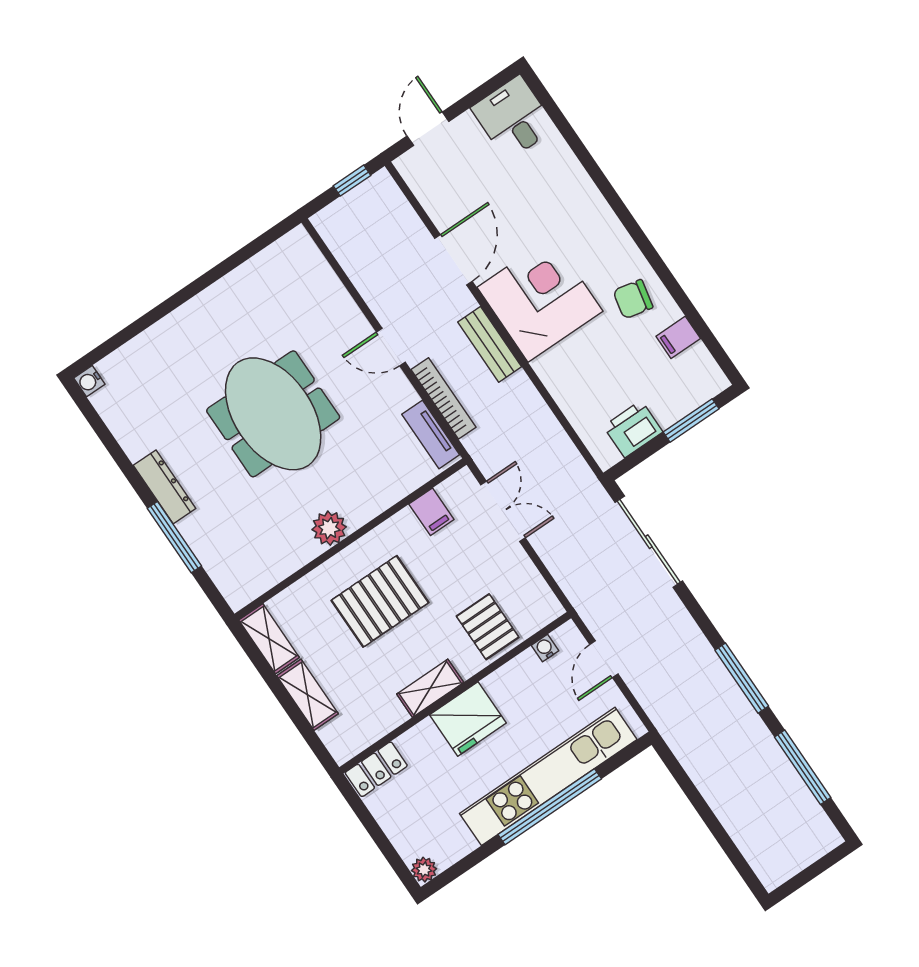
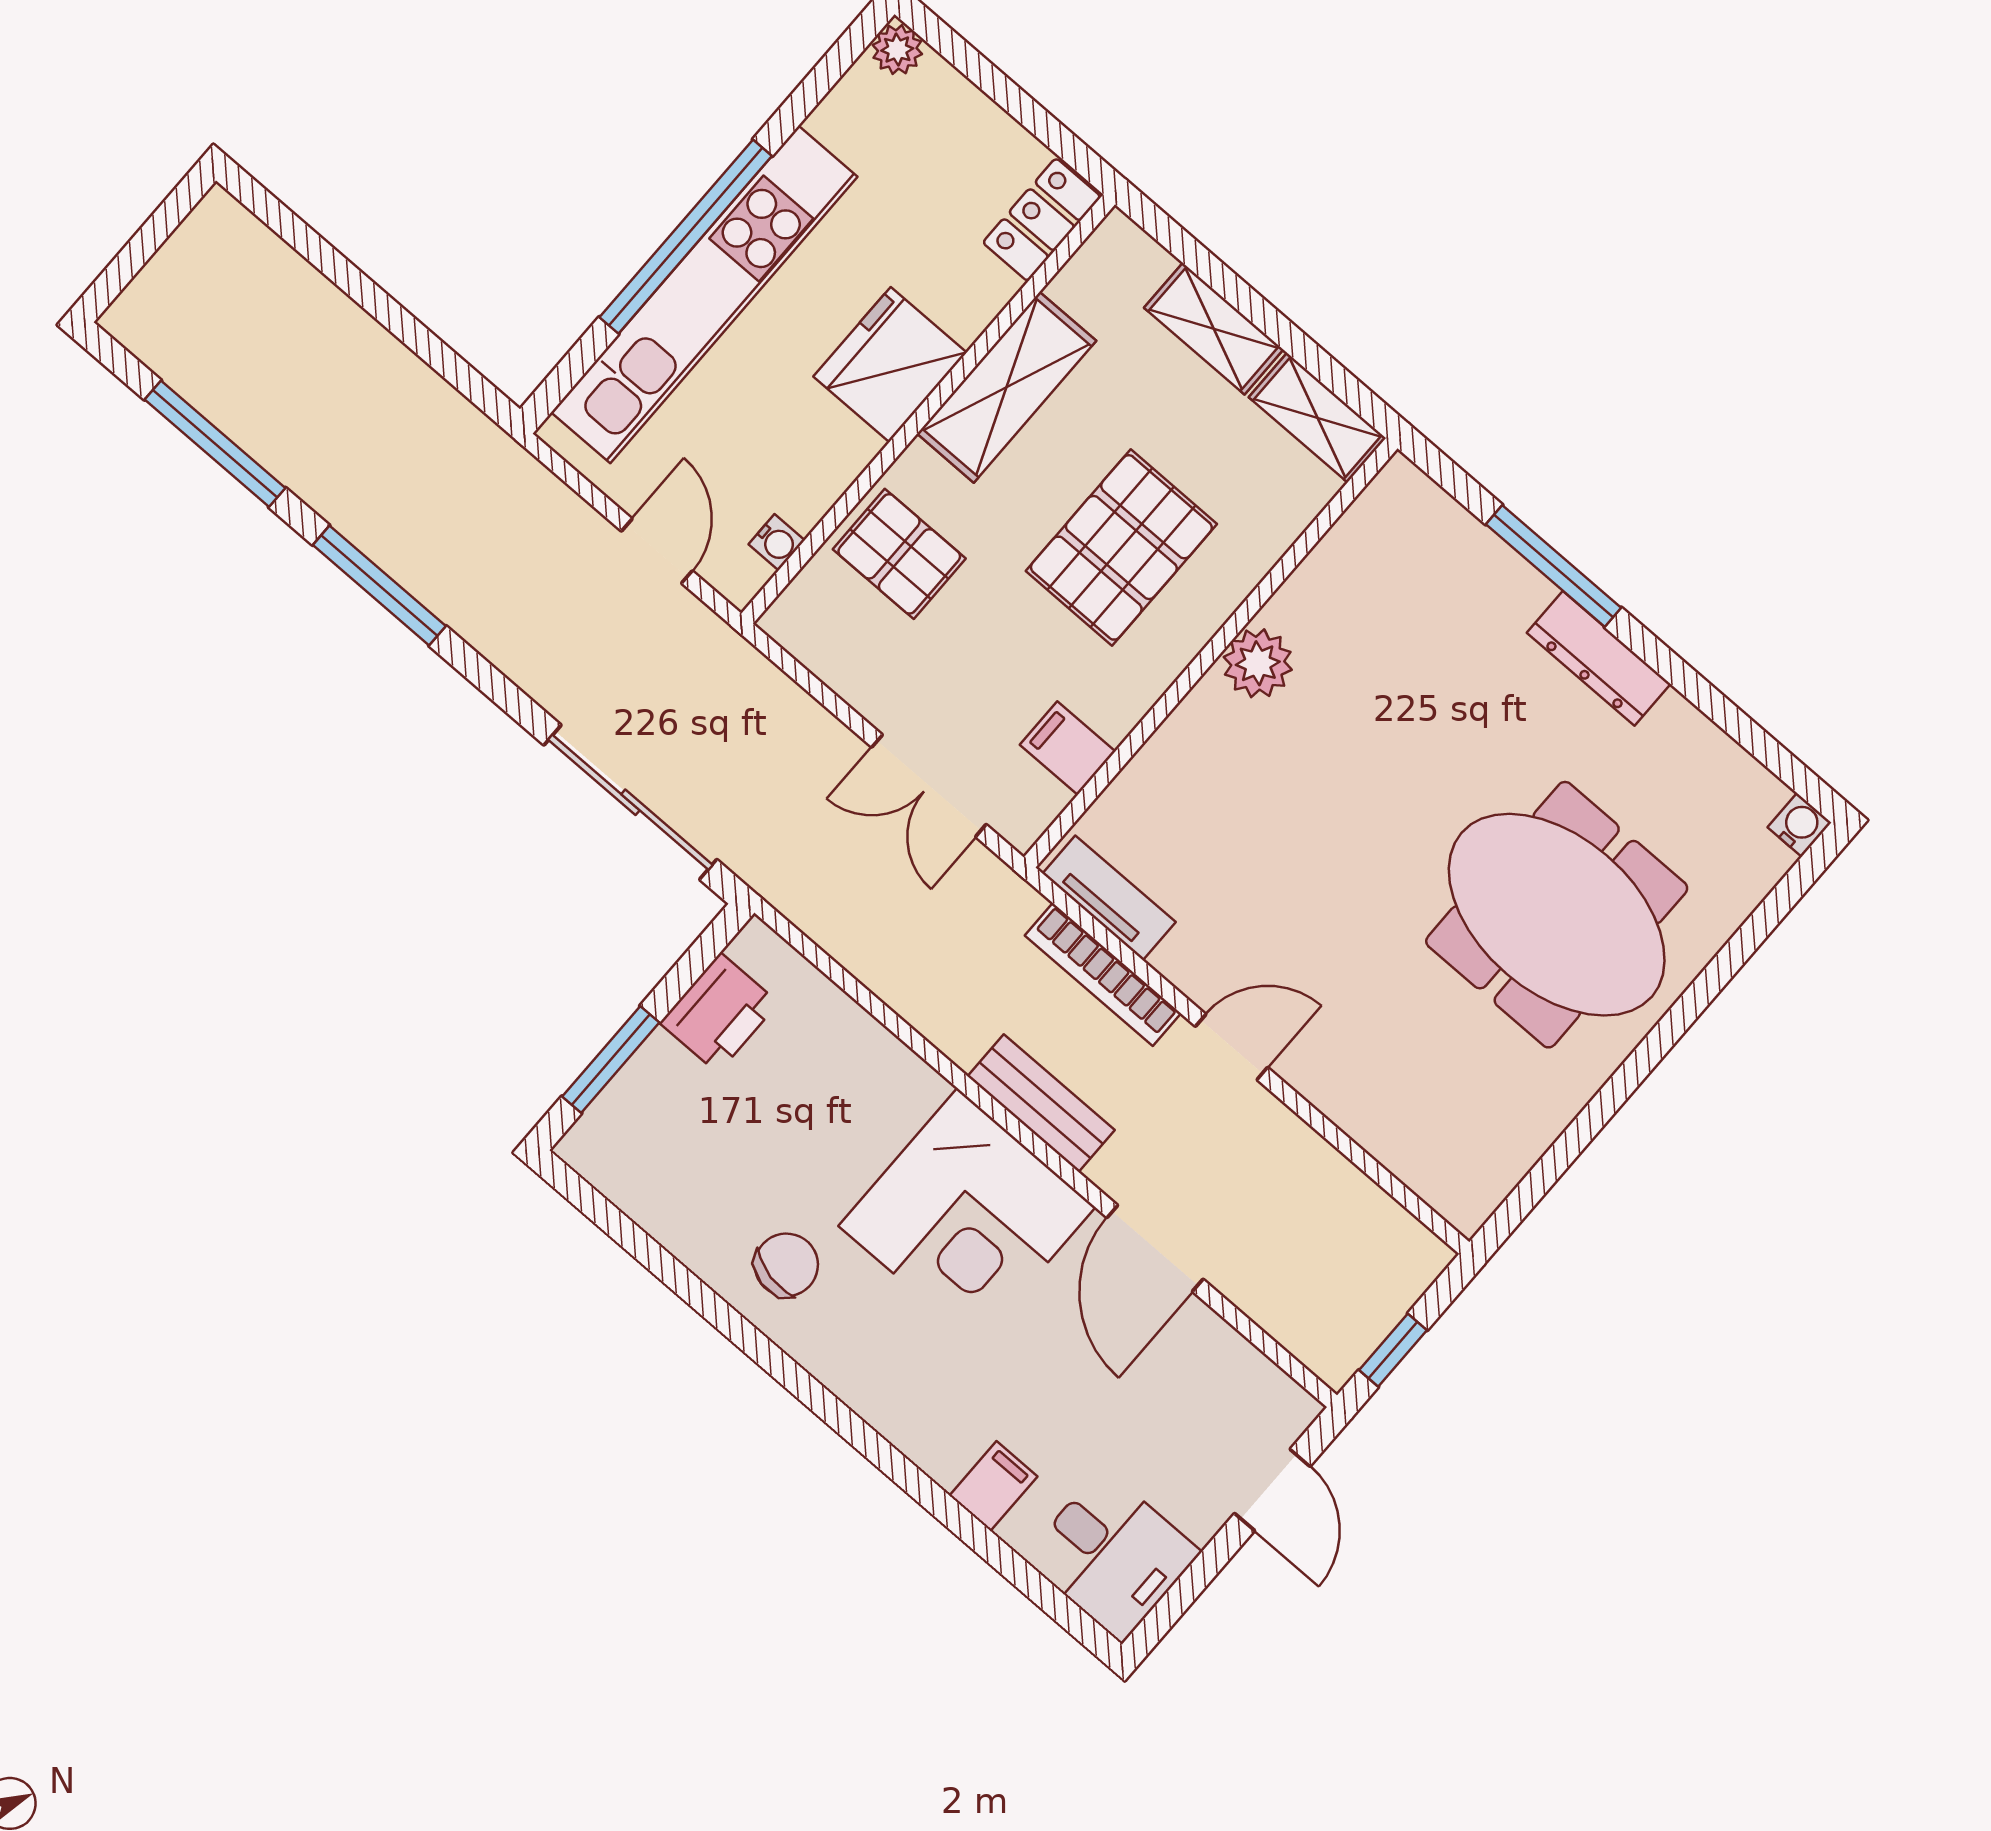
filing cabinet: (678, 337) -> (994, 1486), moved
meeting table: (273, 414) -> (1557, 915), moved
shelving: (430, 688) -> (1007, 387), width x1.50, depth x1.33

